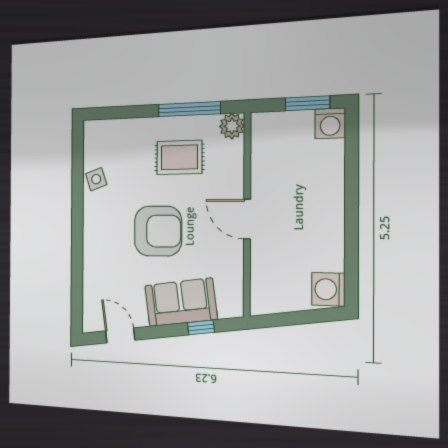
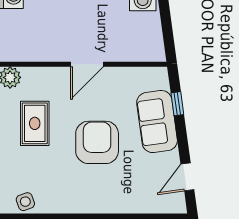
side table: (96, 179) -> (25, 202), moved

